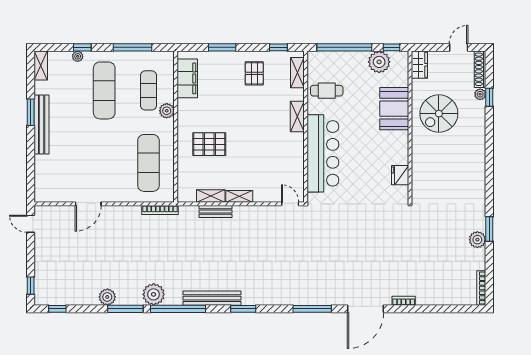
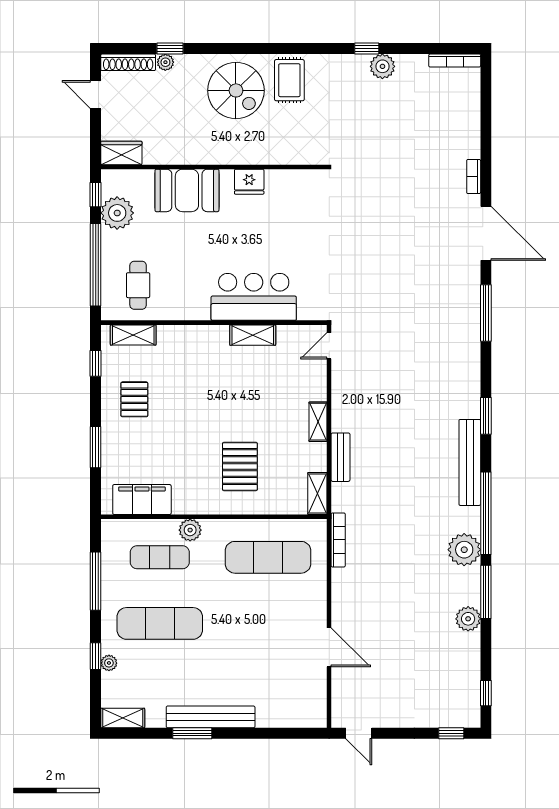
pallet: (254, 73) -> (134, 399), turned 90
cafe table: (327, 91) -> (138, 285), moved
spiral stairs: (439, 114) -> (236, 90), moved
shelving: (297, 117) -> (253, 335), moved
bar counter: (323, 153) -> (254, 297), width x0.73
fridge: (400, 175) -> (249, 182), moved
rug: (468, 177) -> (289, 80), added
shelving: (211, 196) -> (317, 493), moved
door: (31, 224) -> (359, 733), hinge flipped
window: (489, 229) -> (367, 49), width x0.67

